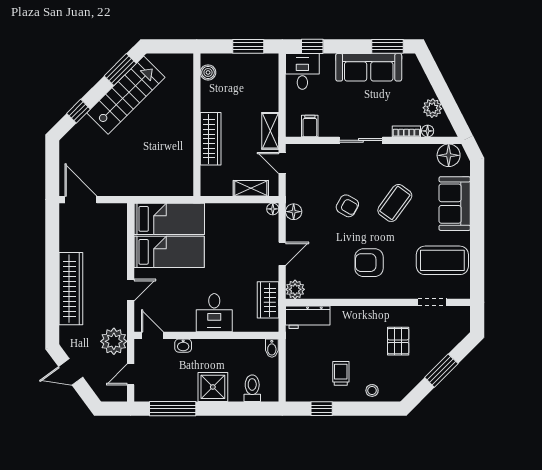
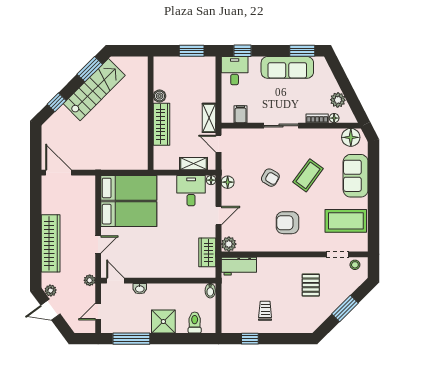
boiler: (208, 72) -> (160, 96), moved
desk: (214, 313) -> (191, 191), moved, turned 180
plant: (114, 341) -> (90, 280), width x0.53, depth x0.53
plant: (71, 348) -> (51, 291), added
stool: (372, 390) -> (355, 265), moved

